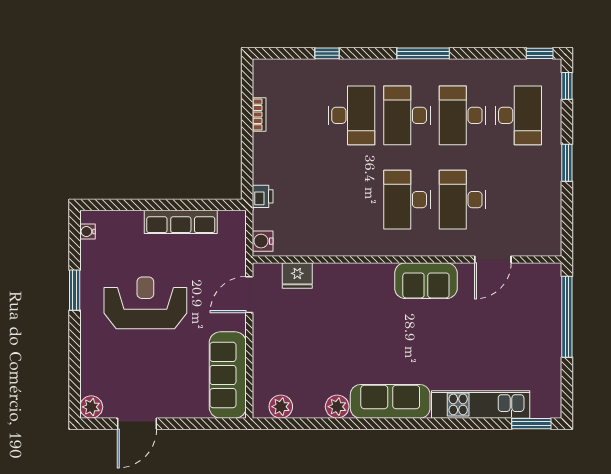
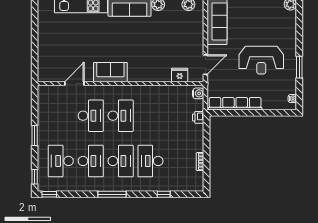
row of seats: (181, 222) -> (235, 104), width x1.36
window: (567, 317) -> (35, 53), removed

